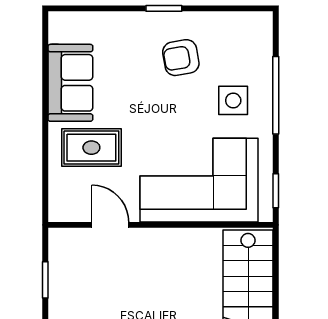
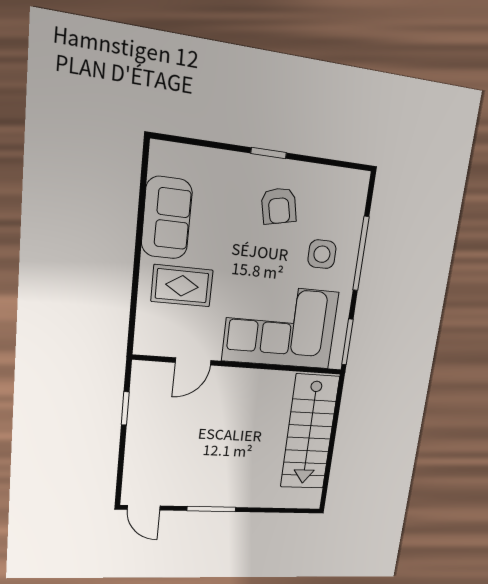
armchair: (181, 58) -> (279, 206), turned -92
window: (276, 191) -> (347, 342), width x1.50
door: (110, 225) -> (193, 361), swing flipped

